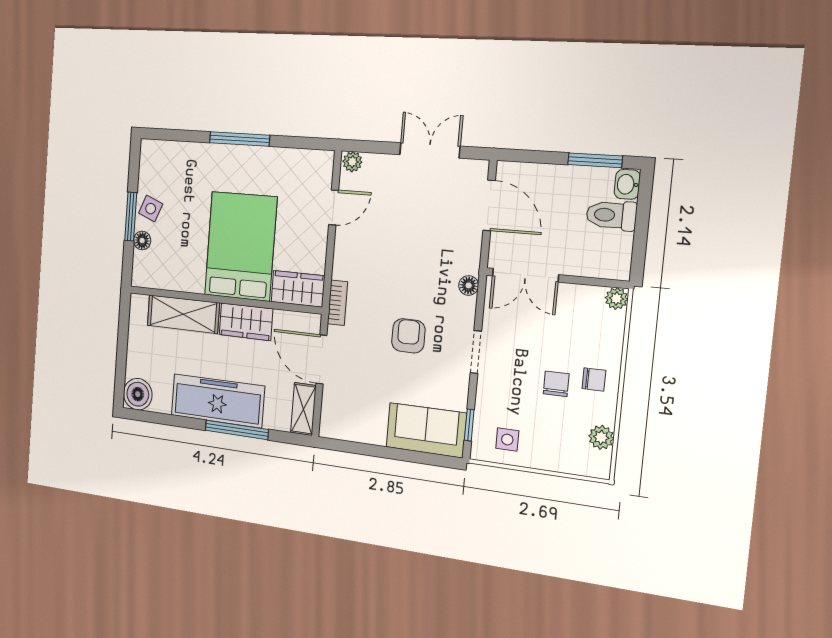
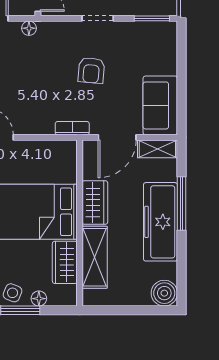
floor lamp: (469, 285) -> (29, 28), moved
wardrobe: (298, 289) -> (65, 262), moved
armchair: (408, 336) -> (91, 70), turned -85
window: (469, 425) -> (152, 18), width x1.50
sofa: (426, 430) -> (160, 105), moved

